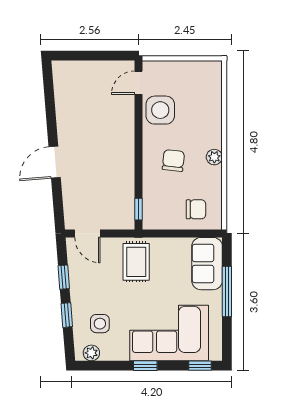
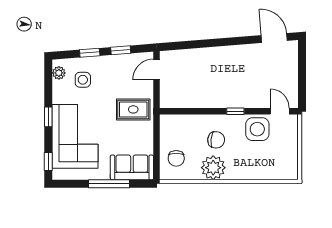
plant: (214, 157) -> (213, 168), width x1.87, depth x1.87
door: (55, 162) -> (274, 38), moved
window: (138, 209) -> (235, 111), moved

